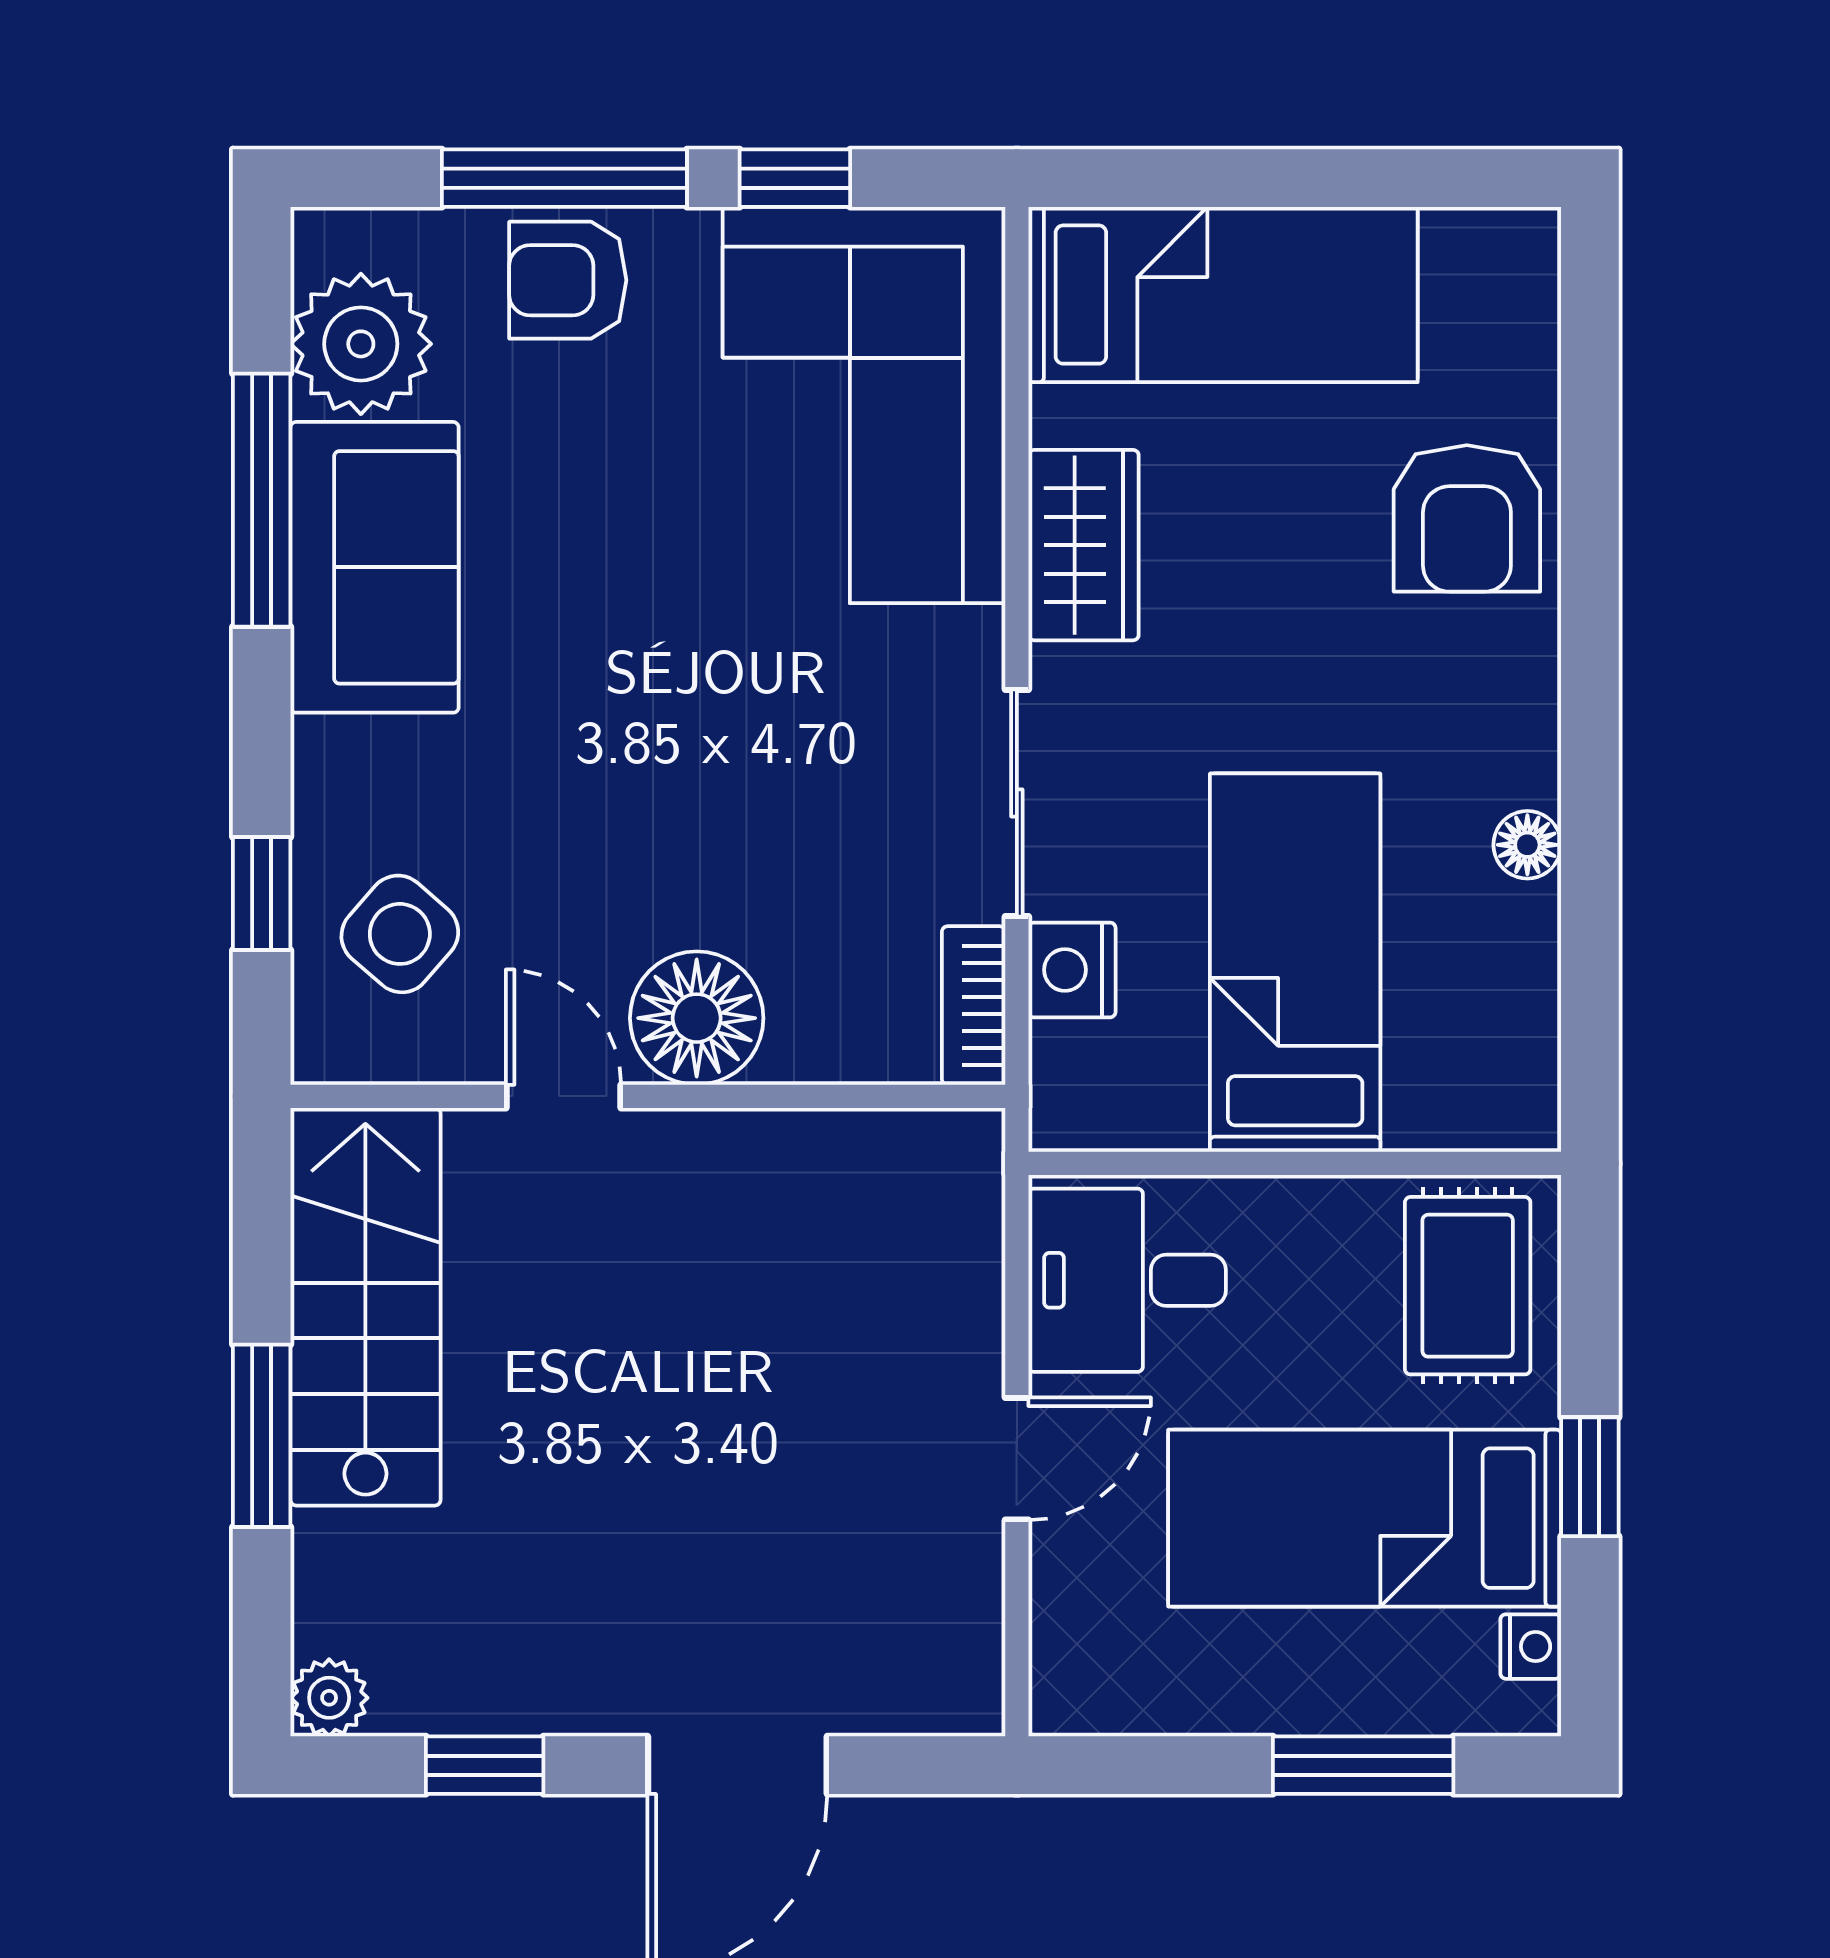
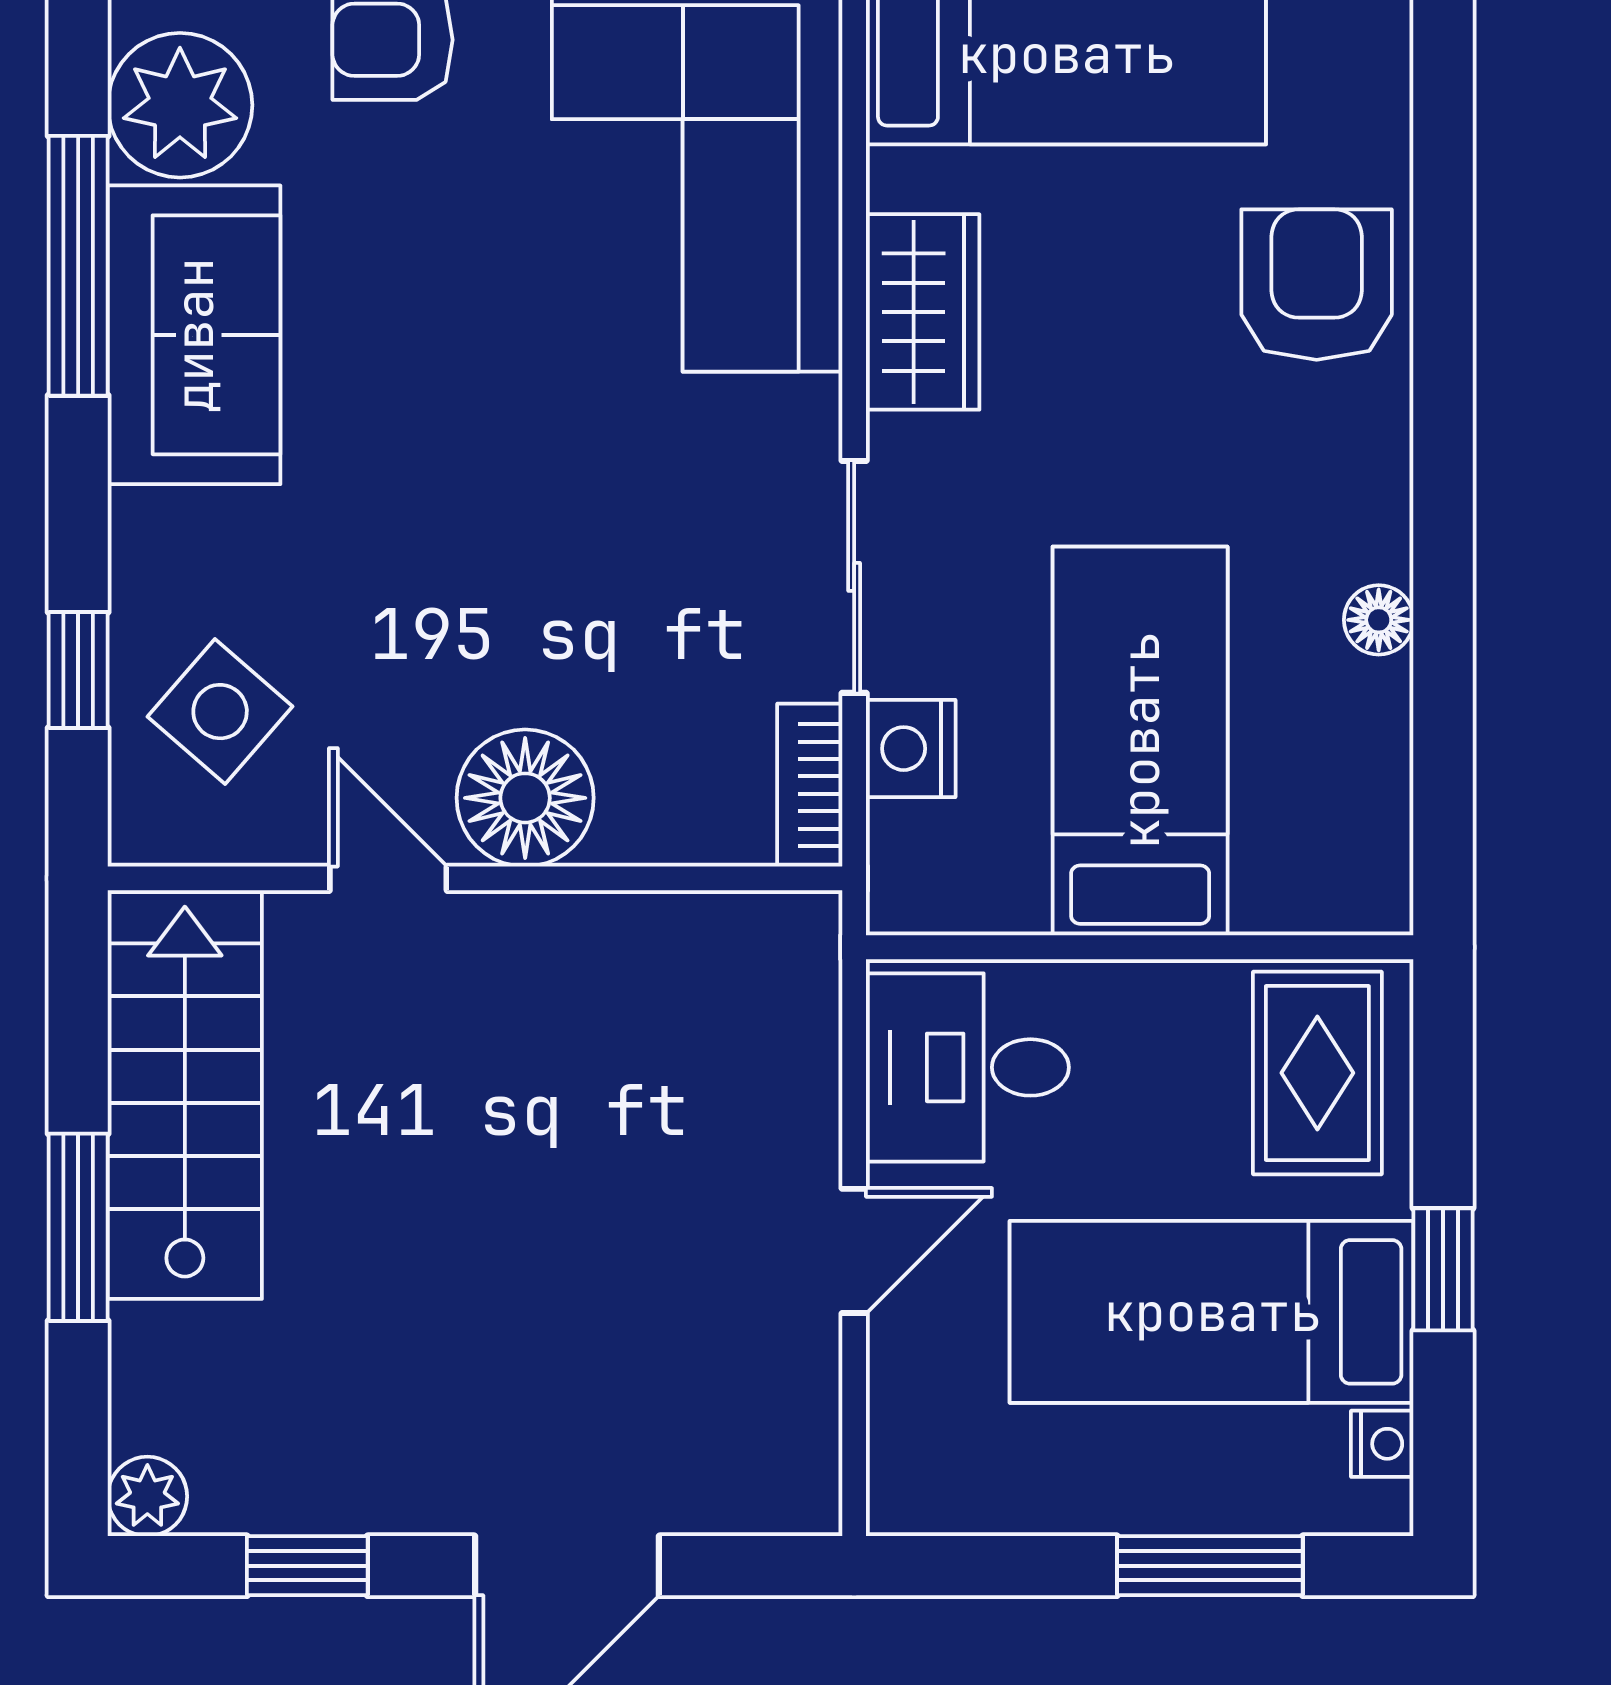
armchair: (1467, 518) -> (1317, 285), turned 180

